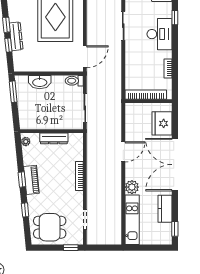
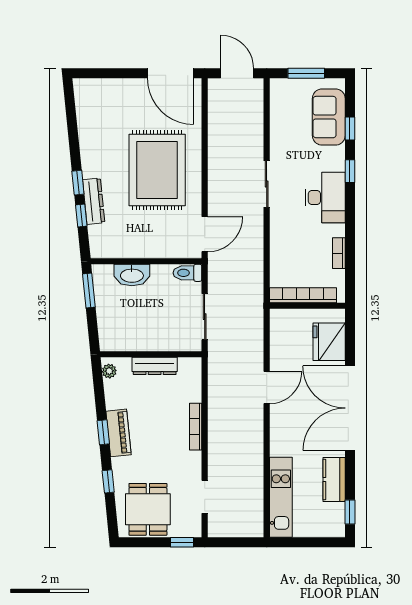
plant: (132, 187) -> (281, 445), removed
dining table: (50, 227) -> (148, 509), turned 90

